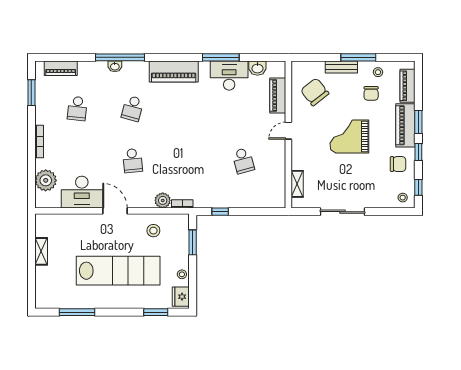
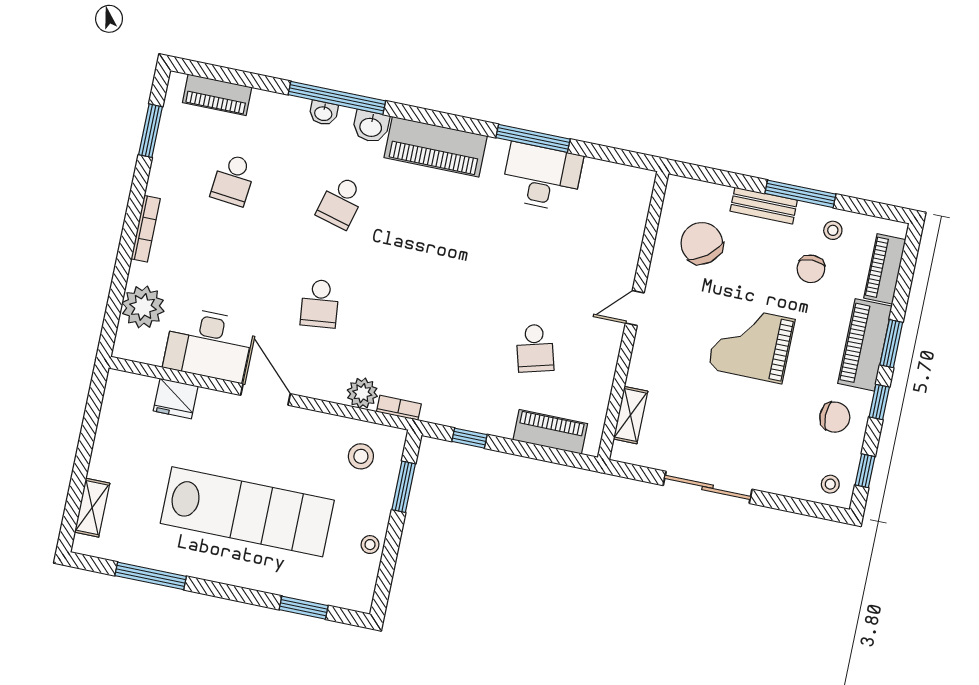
washbasin: (257, 68) -> (371, 126), moved
piano: (278, 95) -> (550, 432), moved, turned 90
stool: (153, 231) -> (361, 456), moved
shelving: (41, 251) -> (92, 508), moved
fridge: (181, 297) -> (176, 399), moved, turned -90

